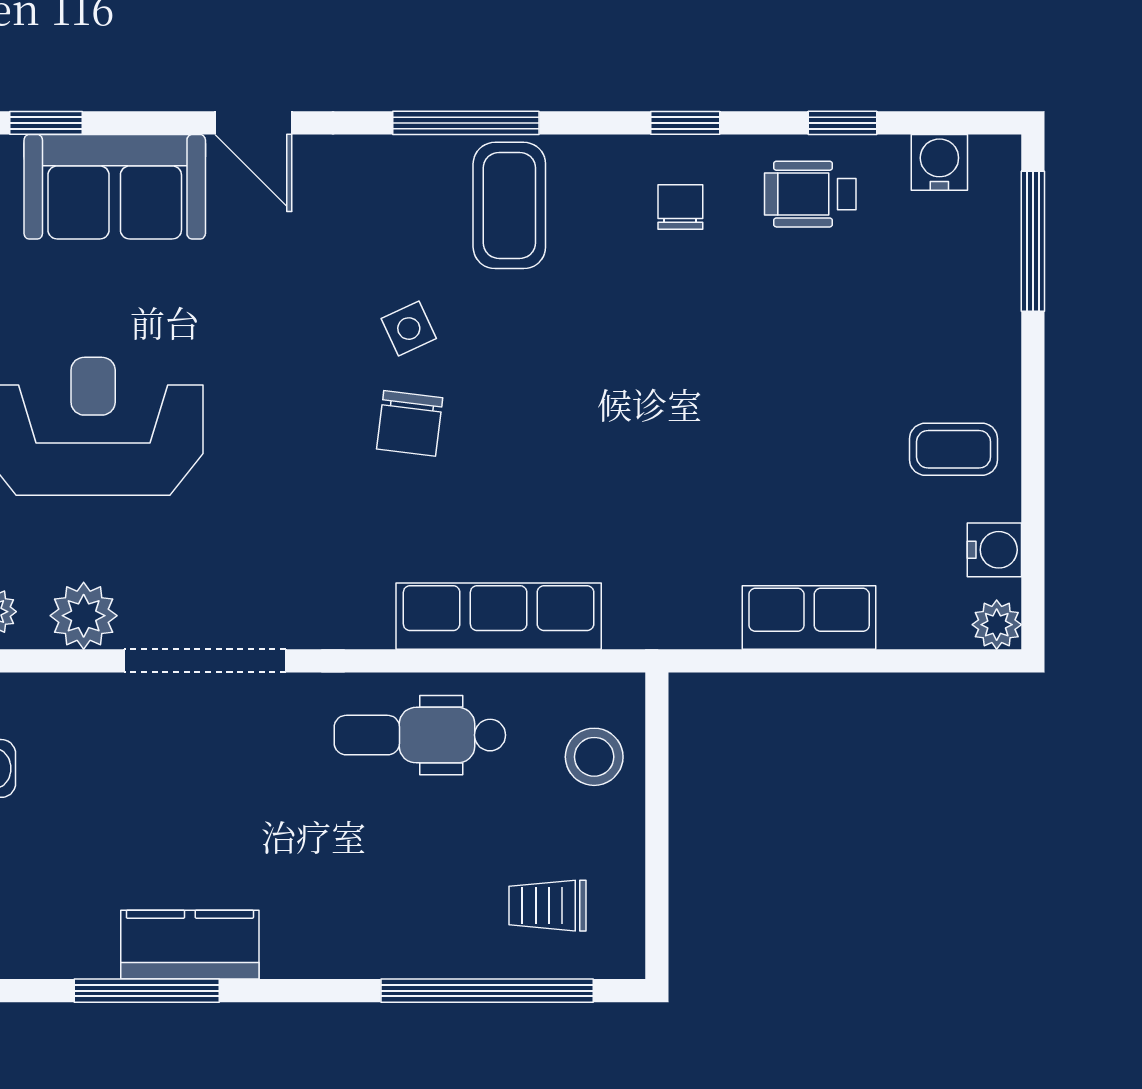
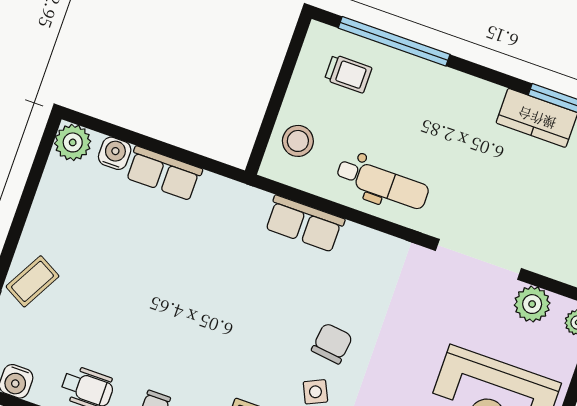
coffee table: (954, 449) -> (33, 281), moved, turned -61
water cooler: (994, 550) -> (115, 153), moved, turned 90
row of seats: (499, 616) -> (304, 224), width x0.68
plant: (997, 625) -> (73, 142), width x1.38, depth x1.38

